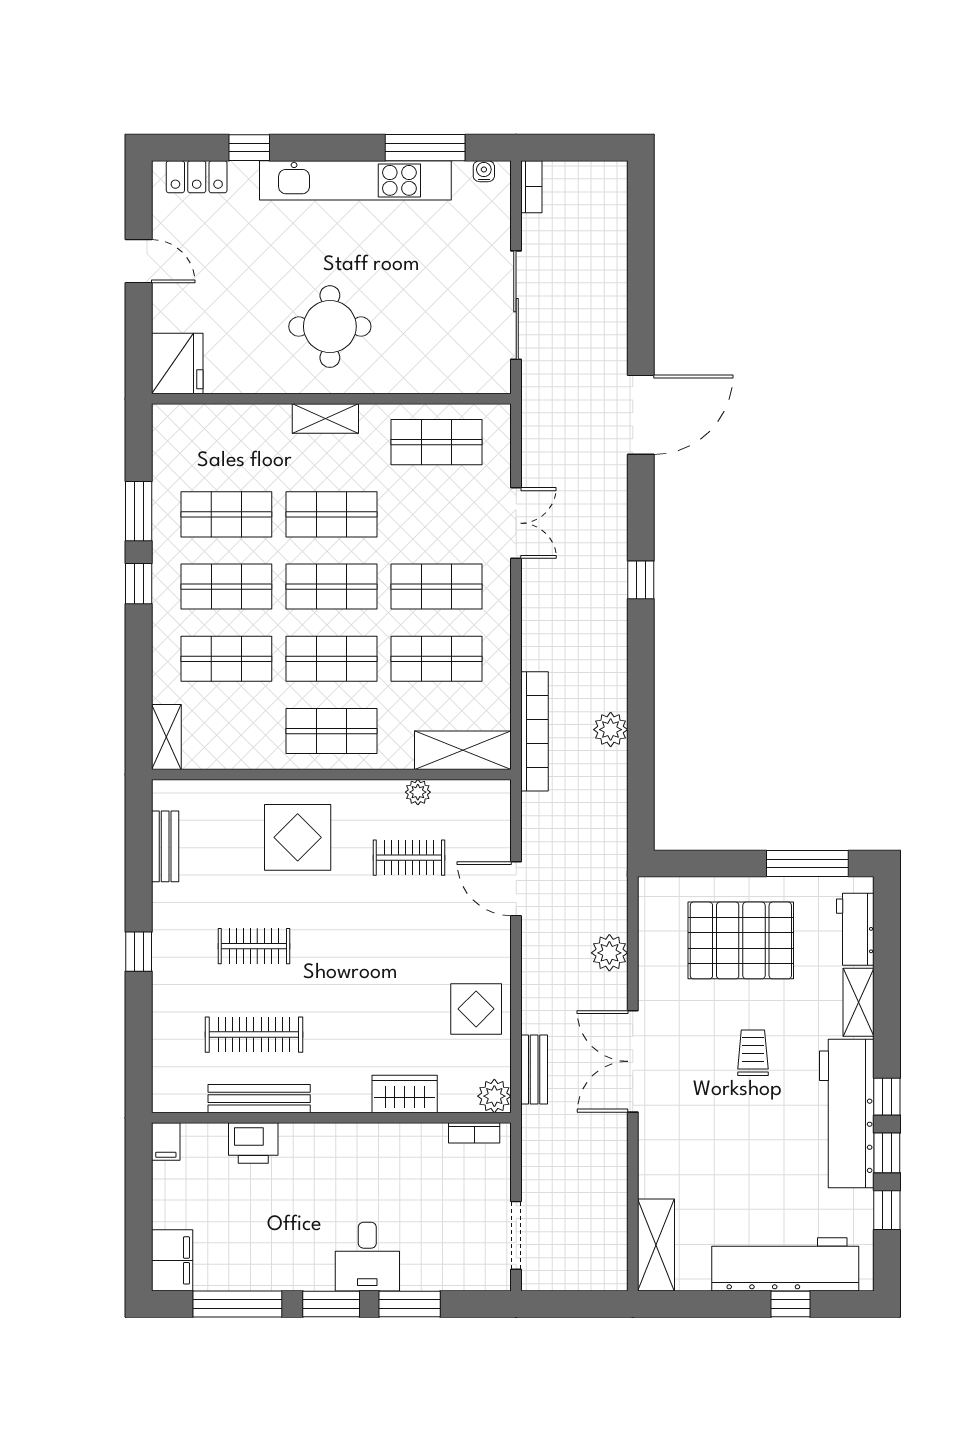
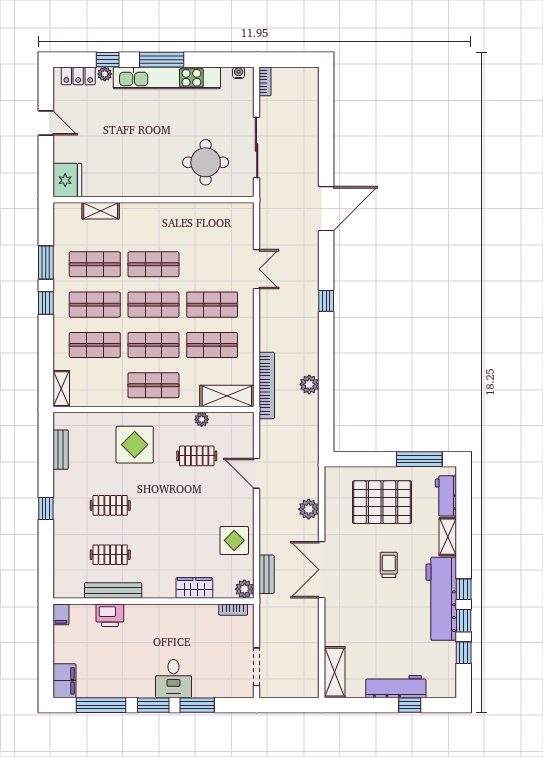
window: (425, 148) -> (162, 60), moved
plant: (244, 173) -> (105, 74), added
round table: (330, 327) -> (206, 162), moved
shelving: (325, 418) -> (101, 211), moved
shop shelf: (436, 442) -> (212, 224), removed
clothes rail: (254, 1035) -> (110, 555), width x0.73
workbench: (785, 1264) -> (396, 687), width x0.73, depth x0.76

